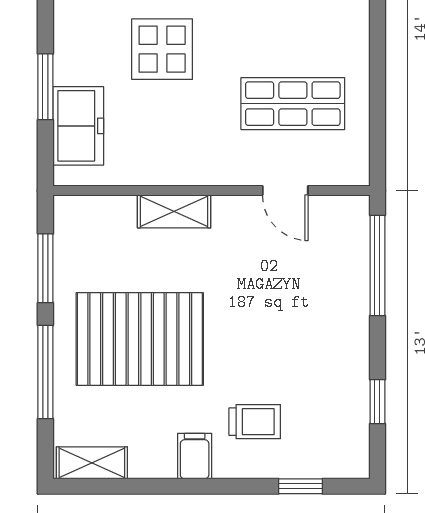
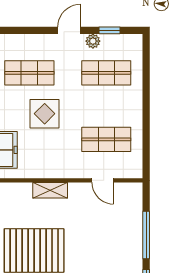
window: (377, 266) -> (146, 235), moved

